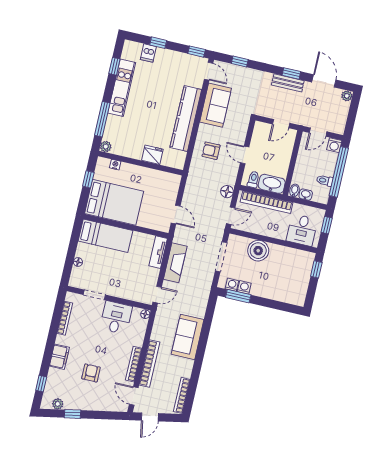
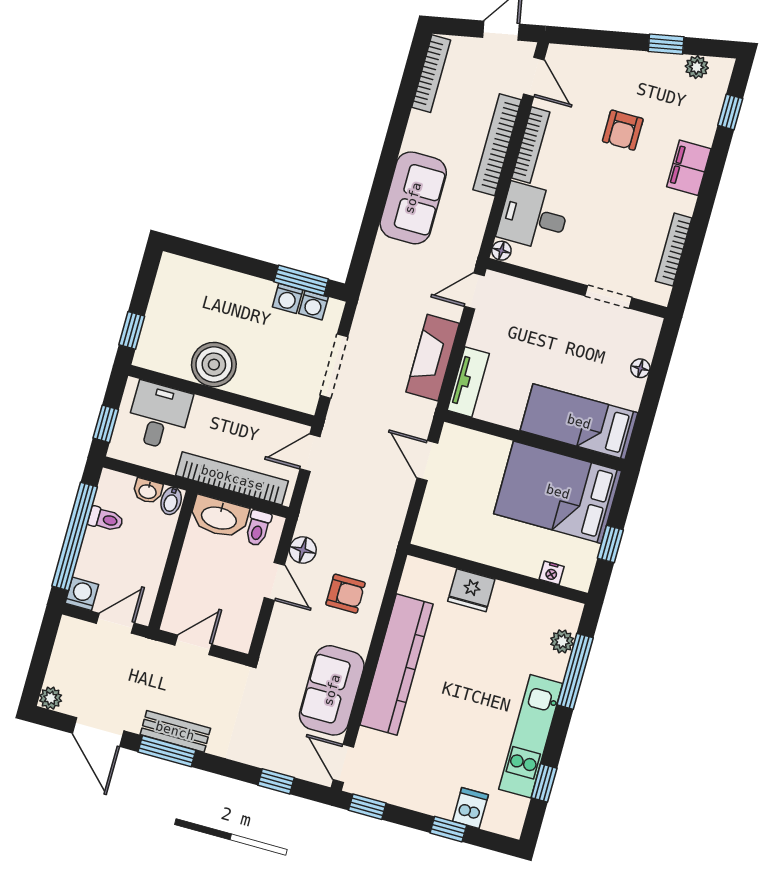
window: (291, 73) -> (167, 751), width x1.50
plant: (106, 147) -> (562, 641), moved
floor lamp: (227, 192) -> (303, 550), moved
boiler: (258, 251) -> (214, 365), moved
desk: (116, 318) -> (533, 217), moved, turned 90

